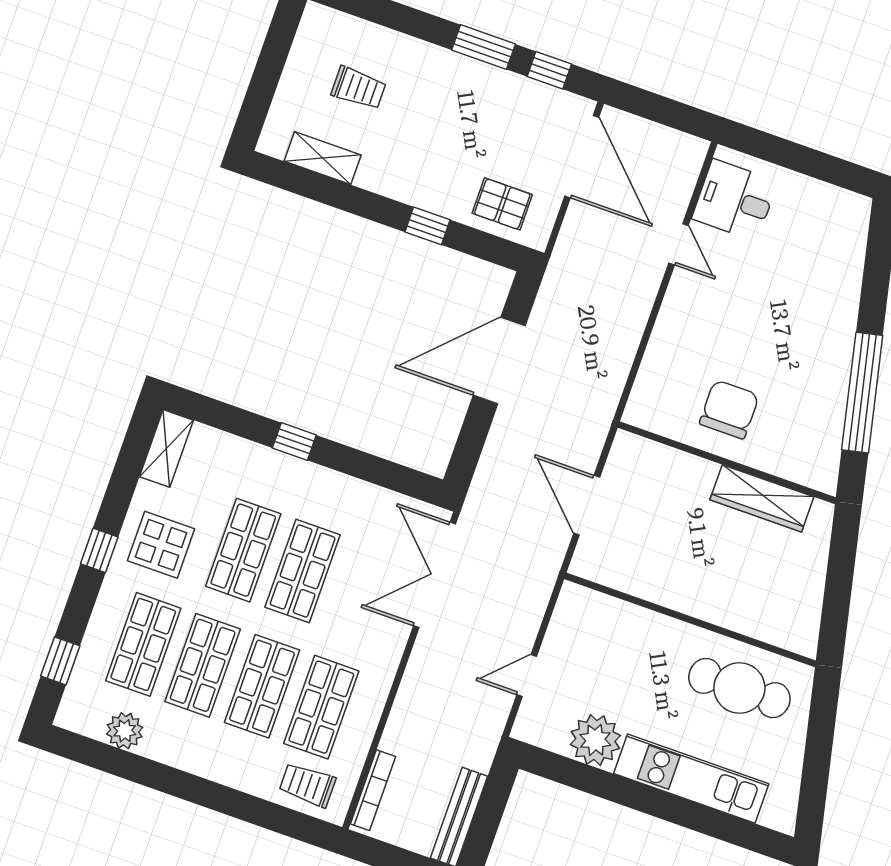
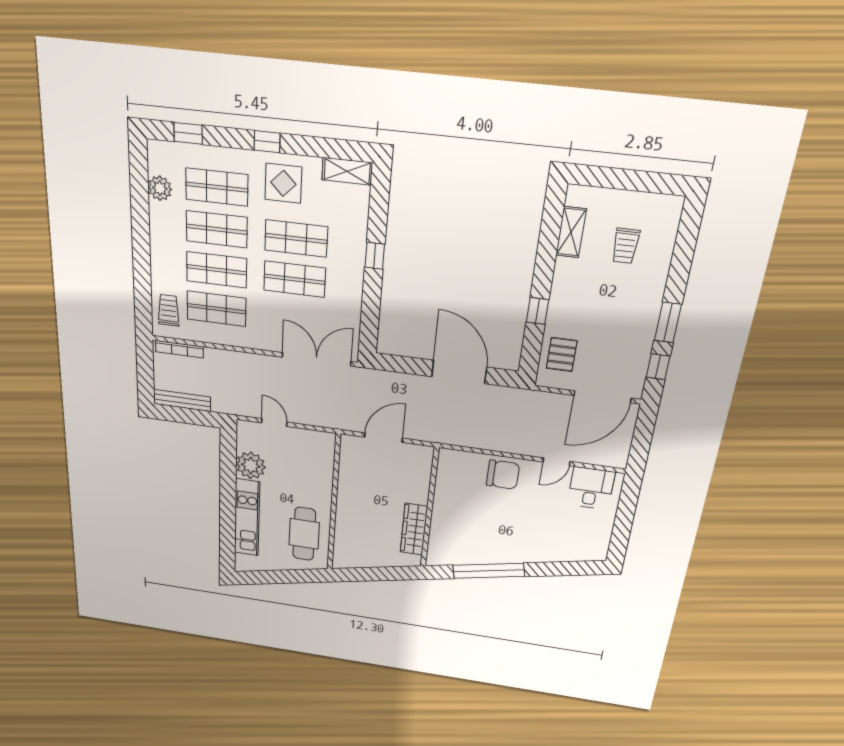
chair: (729, 409) -> (503, 475), moved

